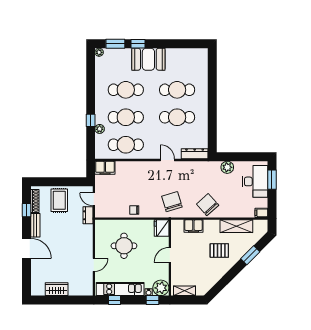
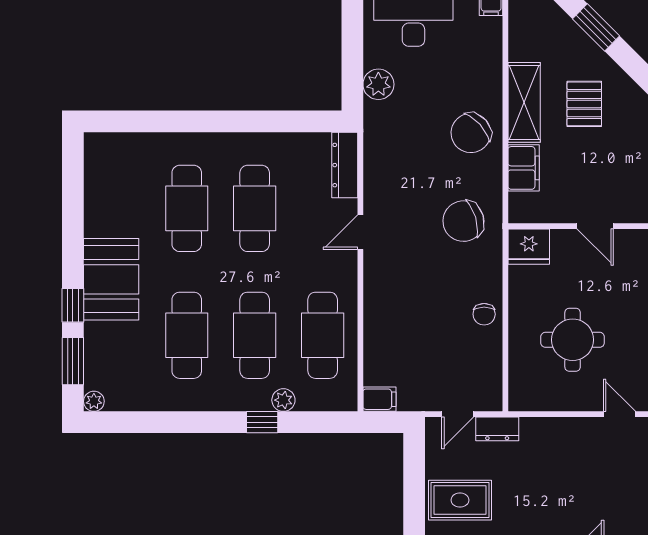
filing cabinet: (105, 168) -> (379, 399), width x0.50
shelving: (236, 226) -> (524, 102), moved

